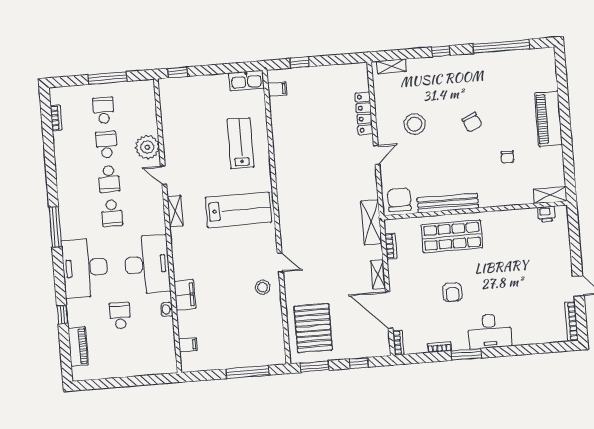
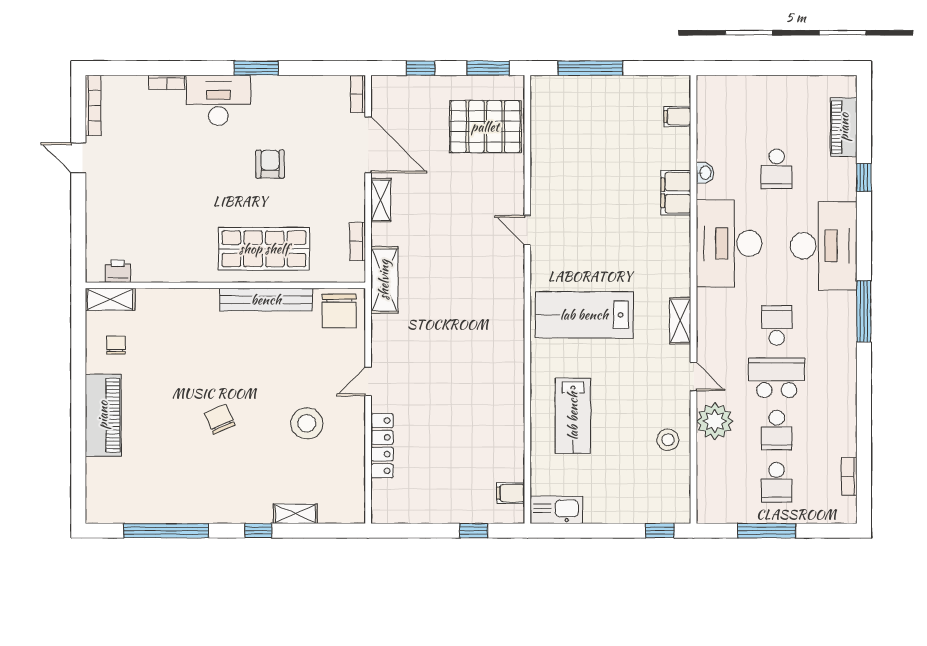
shelving: (392, 66) -> (295, 514), moved
chair: (507, 157) -> (116, 345), moved
school desk: (109, 179) -> (777, 378), width x1.85
stool: (263, 287) -> (668, 440), moved
pallet: (313, 328) -> (485, 127), turned 90
bookcase: (439, 347) -> (167, 82), moved

